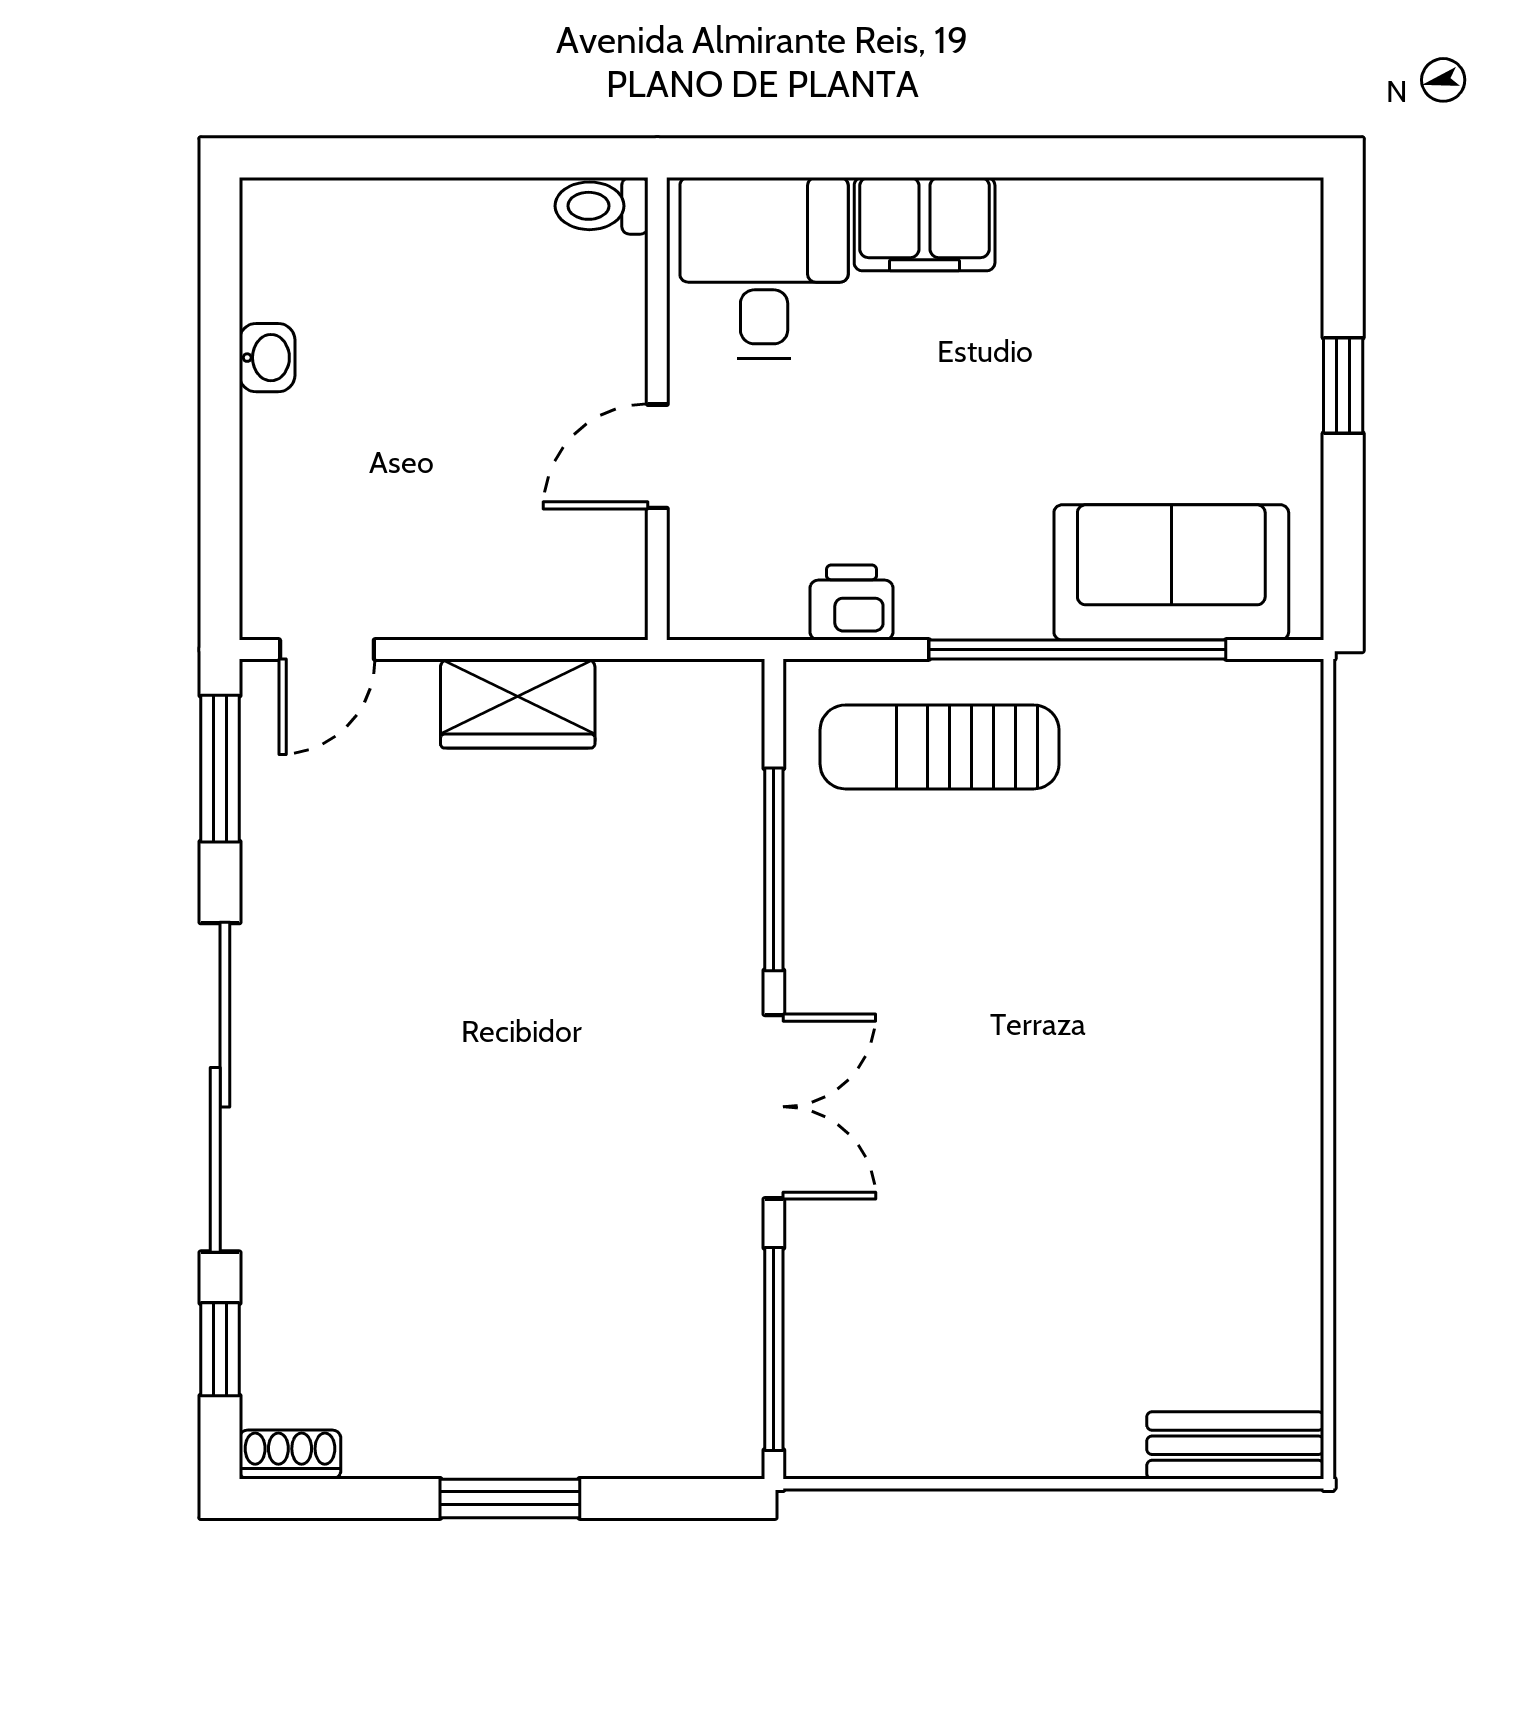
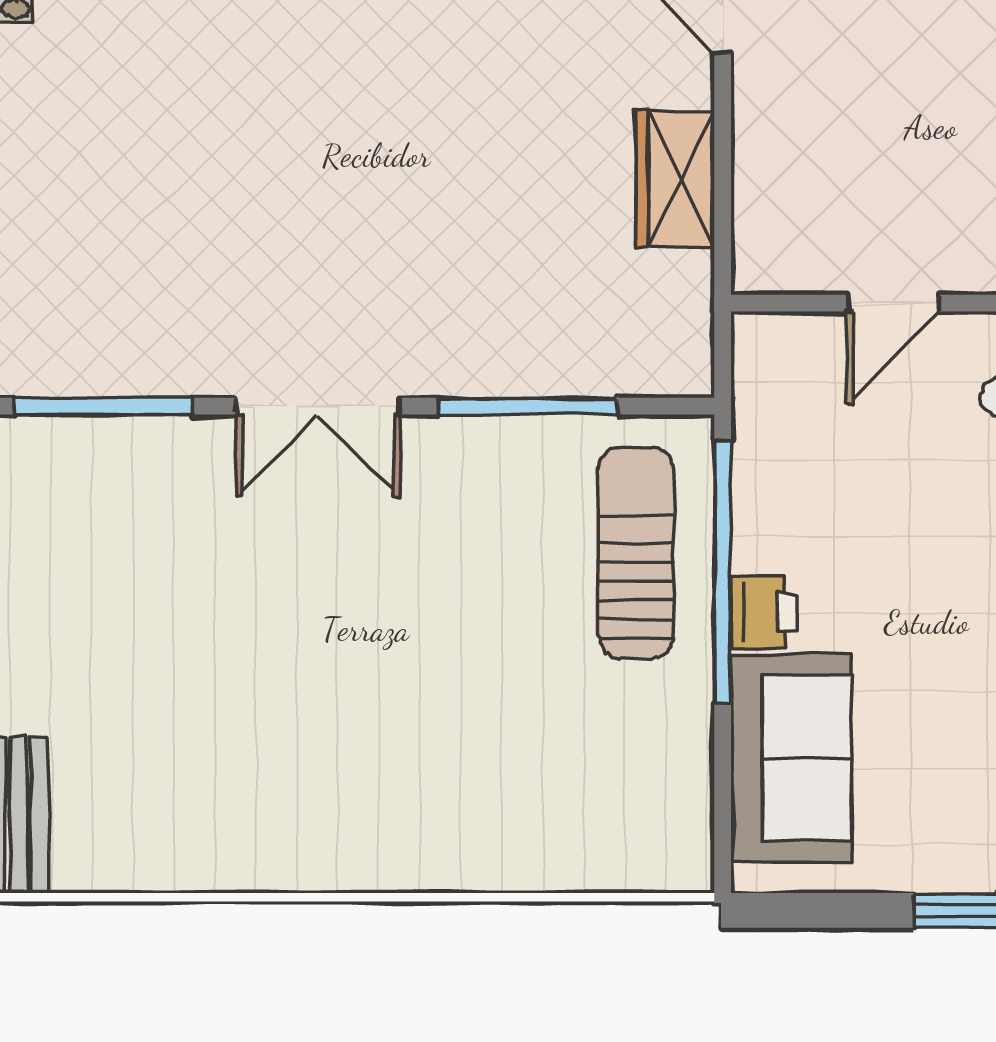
door: (657, 456) -> (894, 303), swing flipped
printer: (852, 603) -> (764, 612), moved
window: (1077, 650) -> (723, 572), moved

